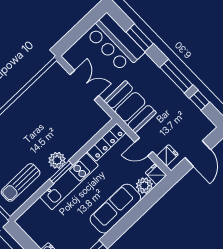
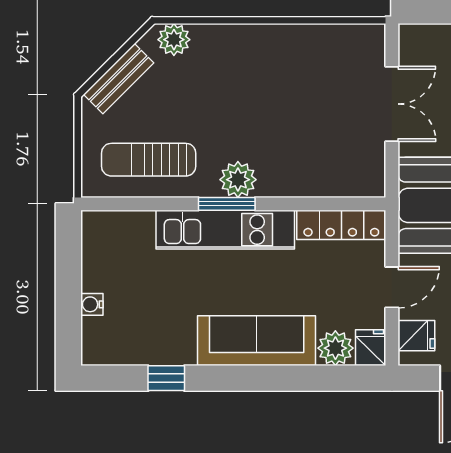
door: (144, 147) -> (392, 287), swing flipped

